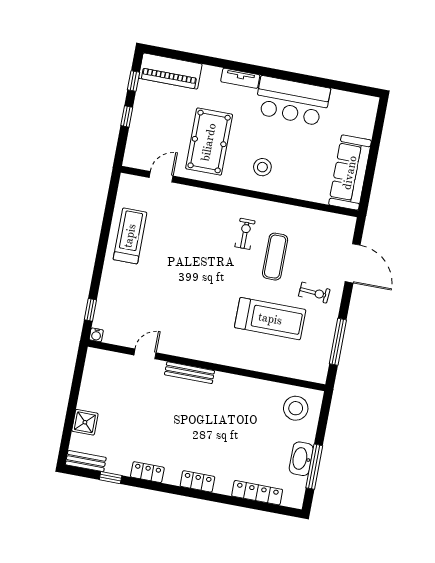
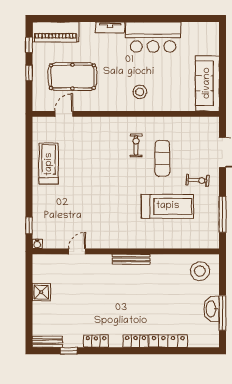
pool table: (209, 142) -> (72, 77), moved, turned 90
bench: (190, 373) -> (131, 259), moved
shower: (85, 422) -> (41, 292), moved
locker: (257, 493) -> (168, 341), moved

